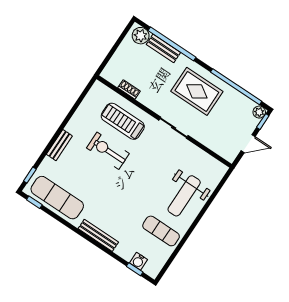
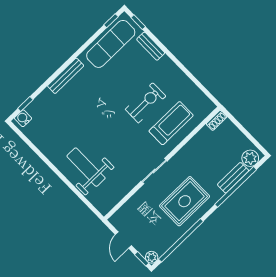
shoe rack: (129, 89) -> (217, 120), moved
bench: (59, 145) -> (151, 46), moved
exercise mat: (161, 231) -> (57, 138), removed
water cooler: (138, 261) -> (23, 118), moved

